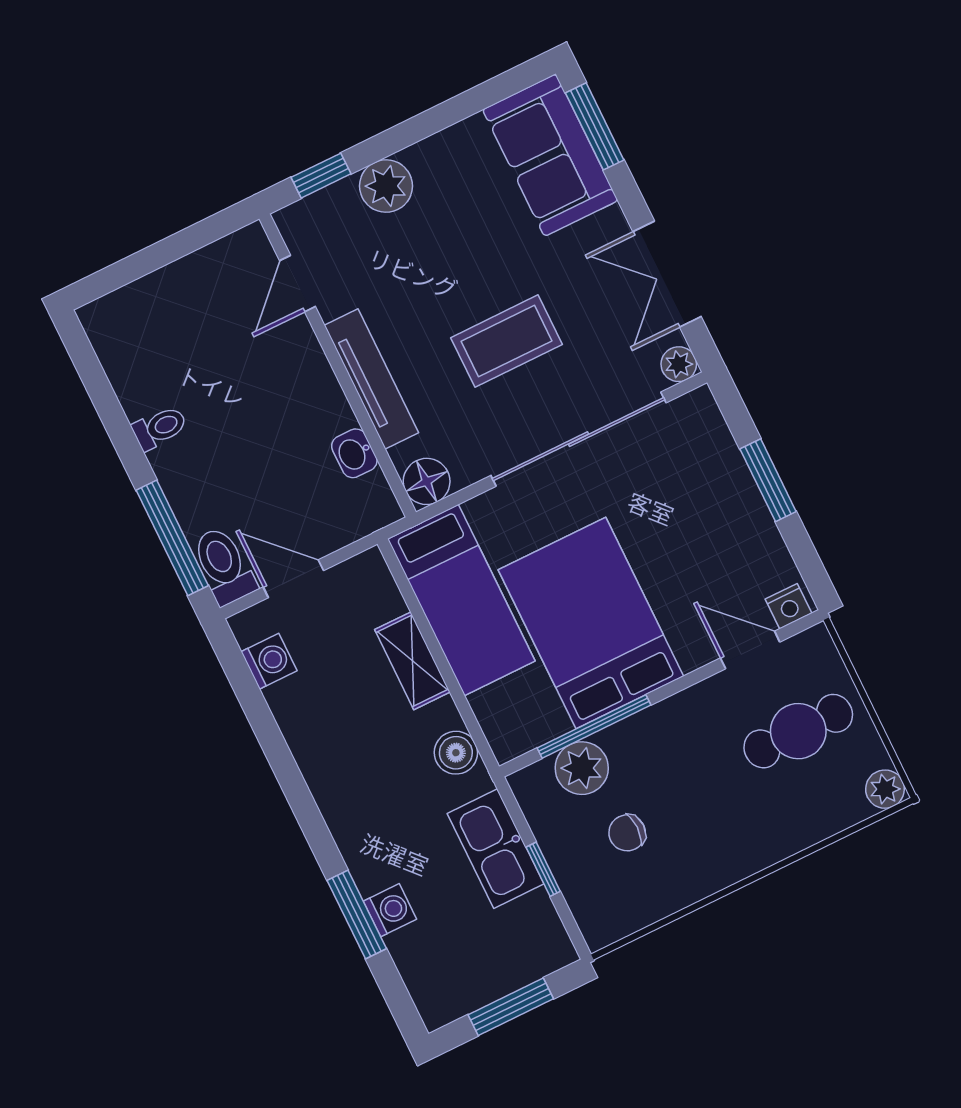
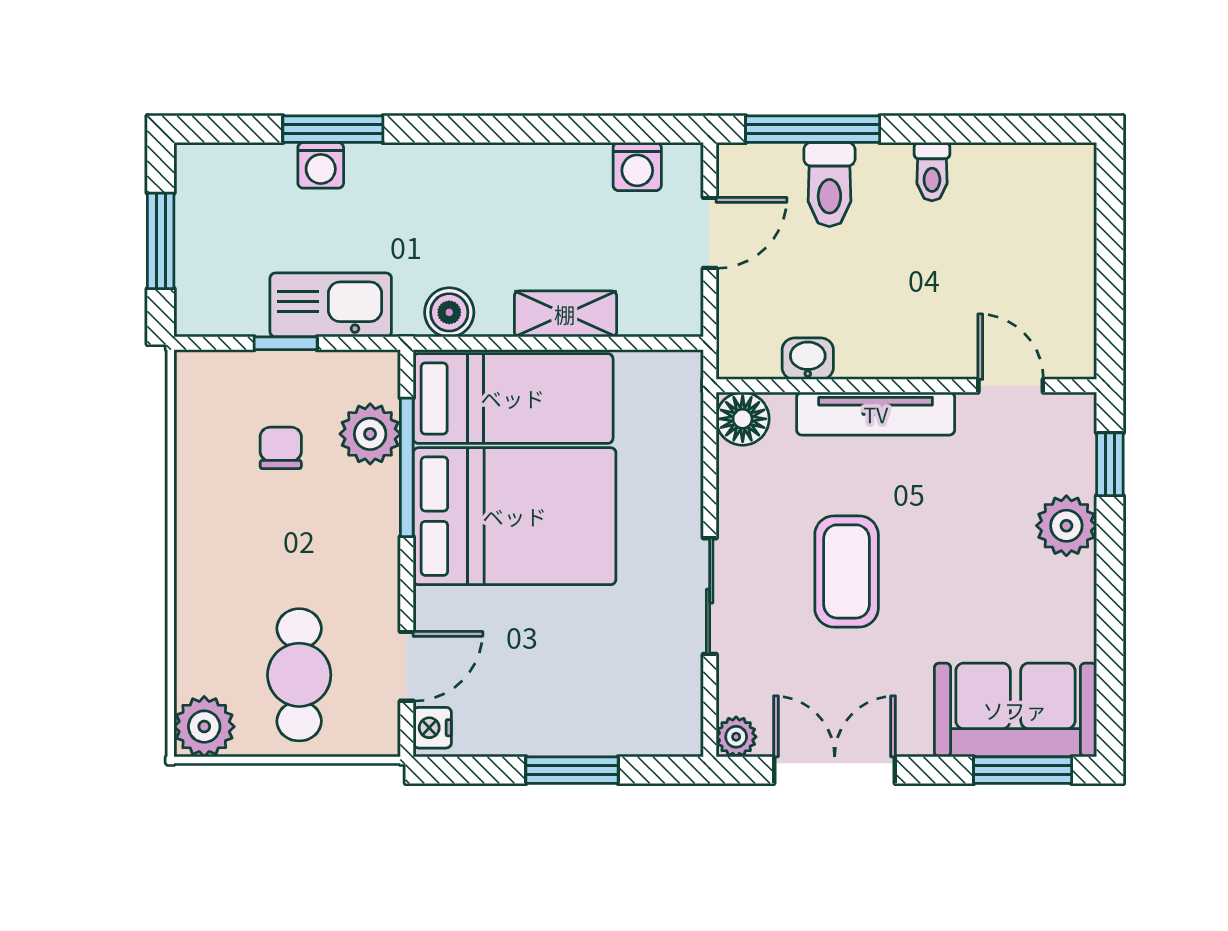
sliding door: (579, 439) -> (710, 596), width x0.54
toilet: (224, 566) -> (829, 185), moved, turned 90
bed: (461, 600) -> (513, 398), moved, turned 180
plant: (885, 789) -> (204, 727), width x1.38, depth x1.38

